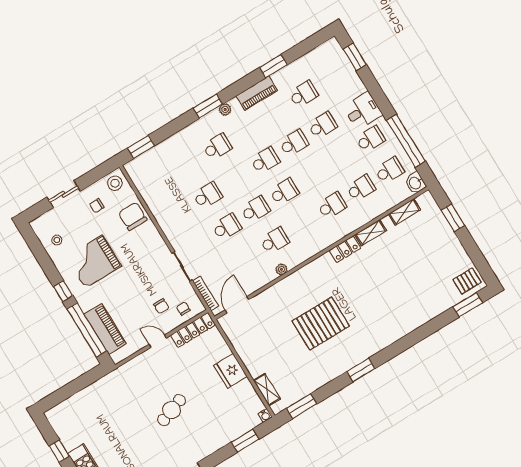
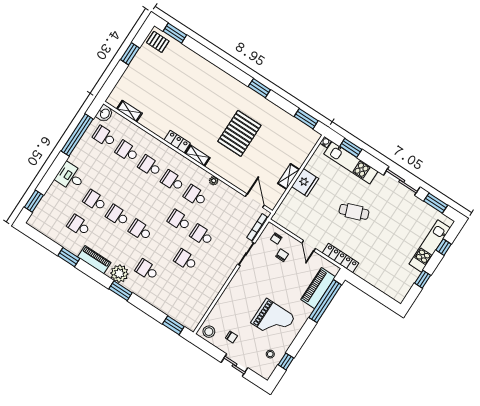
plant: (225, 109) -> (119, 274), width x1.87, depth x1.87
school desk: (370, 139) -> (88, 161), removed
school desk: (284, 192) -> (173, 181), moved
chair: (133, 216) -> (227, 307), removed
window: (453, 218) -> (130, 54), moved
shelving: (371, 233) -> (197, 156), moved
window: (63, 291) -> (286, 361), moved
door: (237, 305) -> (255, 201), swing flipped
pallet: (321, 323) -> (239, 133), turned 90
locker: (193, 330) -> (340, 258), moved
shelving: (267, 390) -> (289, 177), moved
kitchen unit: (228, 433) -> (351, 163), added

